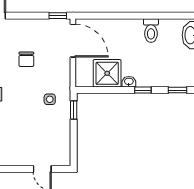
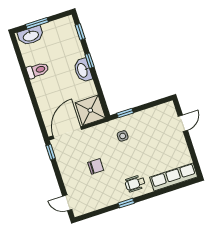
shower: (107, 73) -> (90, 110), moved
washbasin: (129, 82) -> (83, 70), width x1.91, depth x1.45

